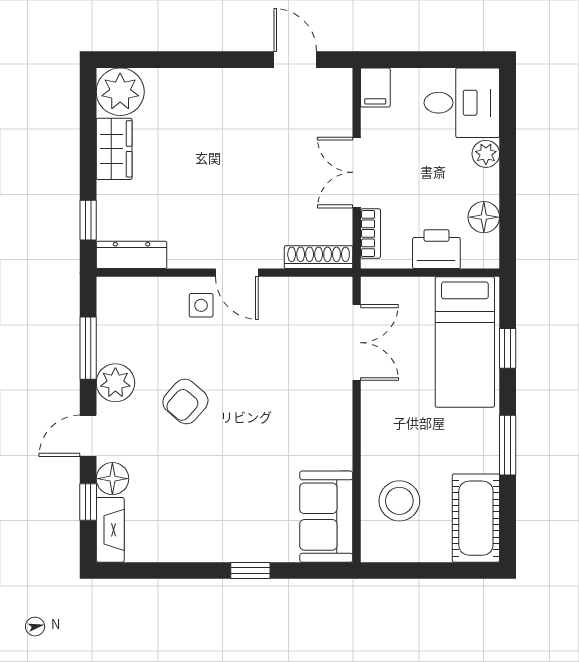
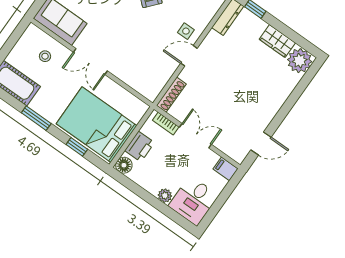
floor lamp: (484, 217) -> (124, 165), moved
bed: (465, 342) -> (97, 125), width x1.50
double door: (357, 343) -> (90, 61), moved
stool: (399, 501) -> (45, 56), width x0.53, depth x0.53

